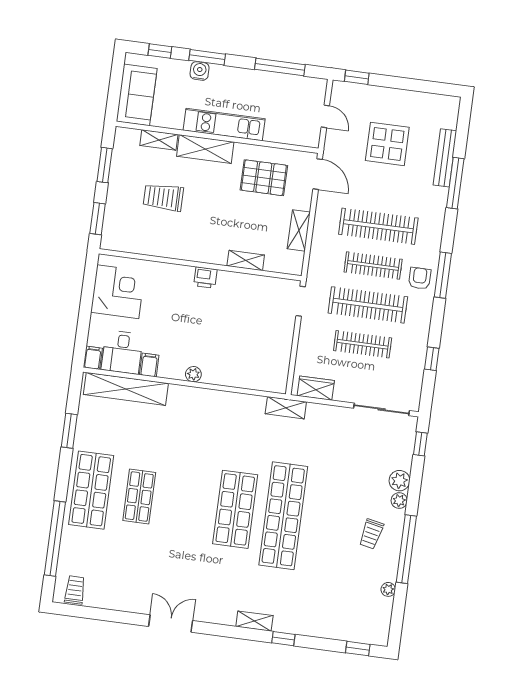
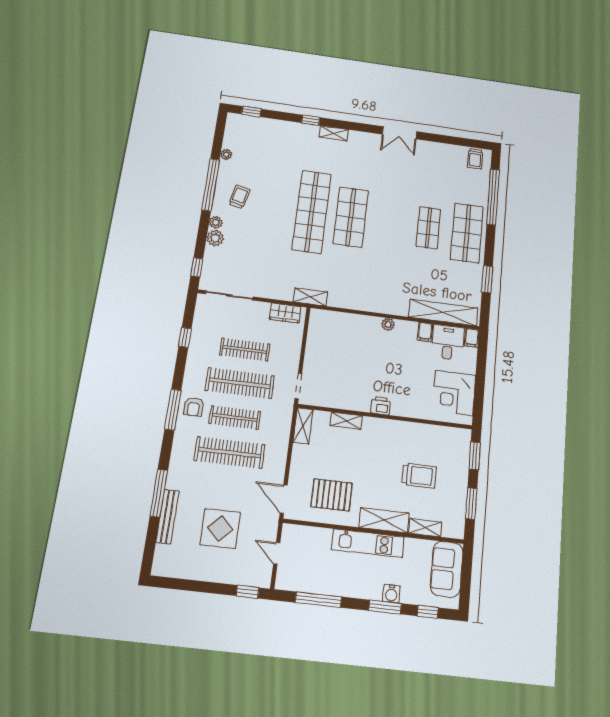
shelving: (299, 230) -> (303, 426), moved

